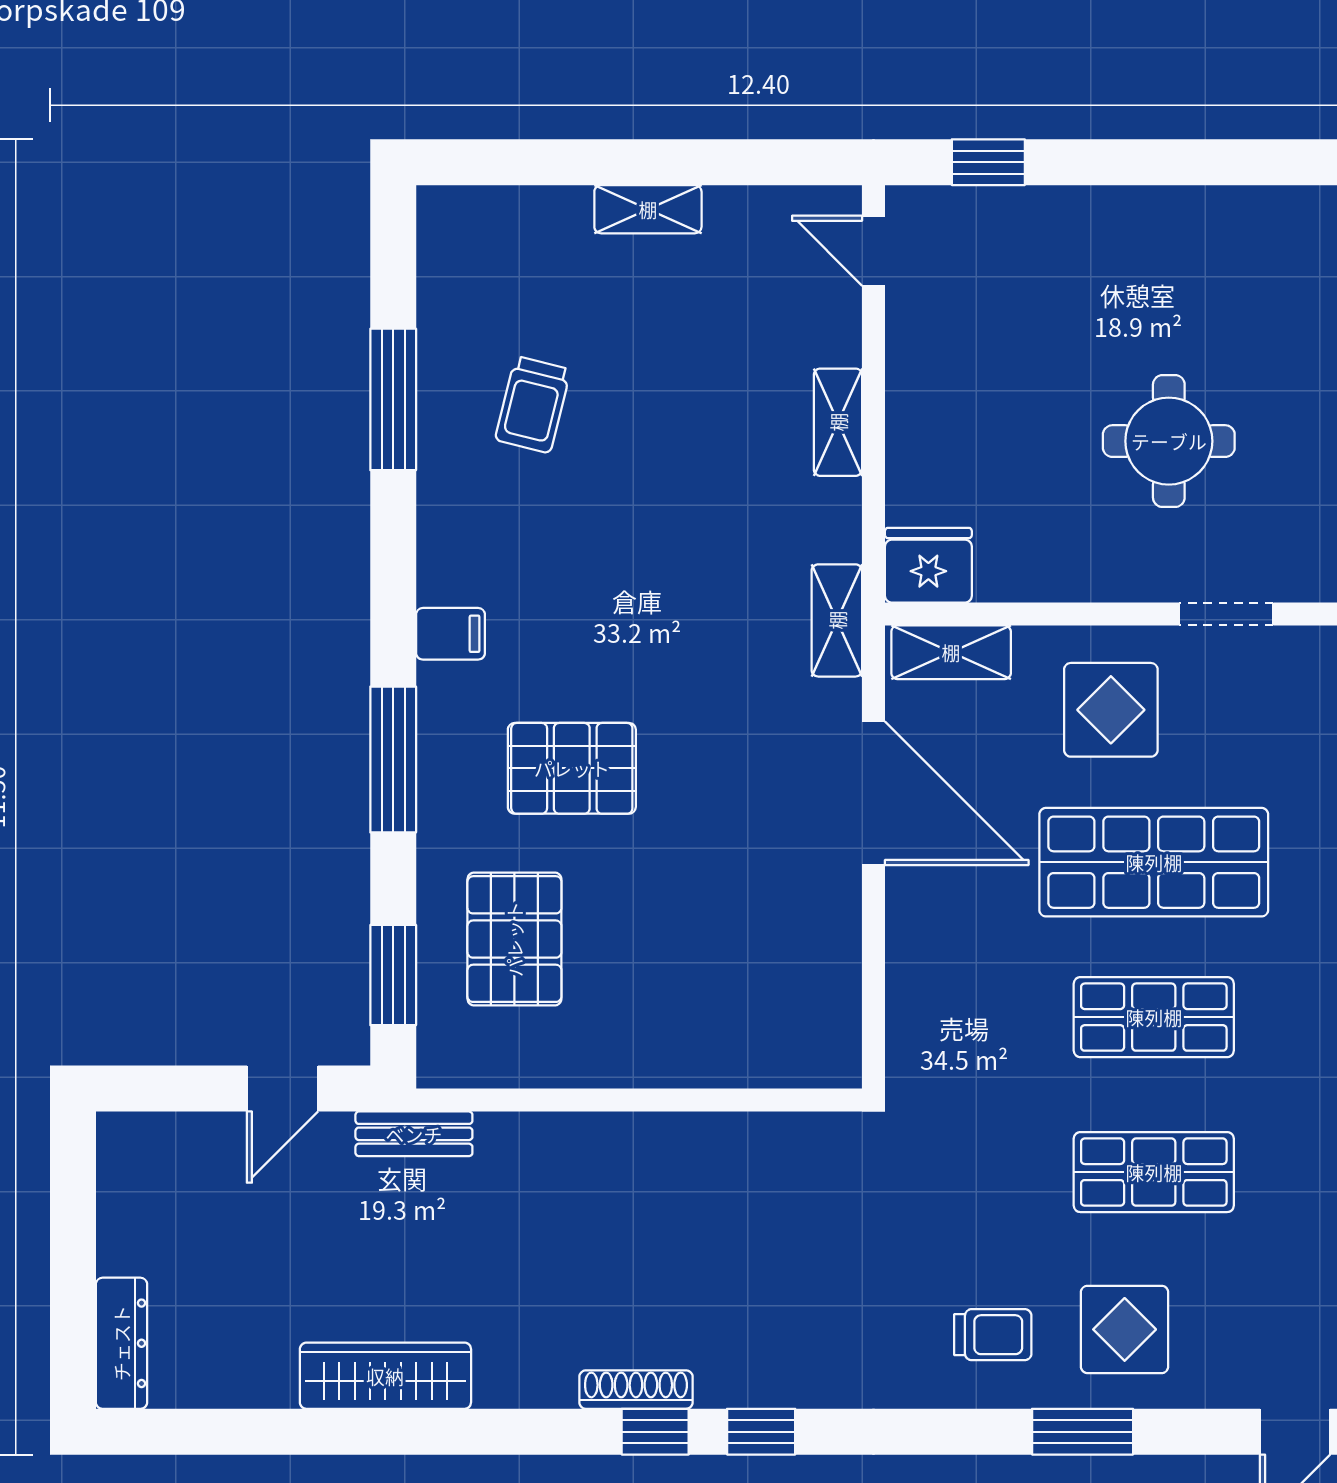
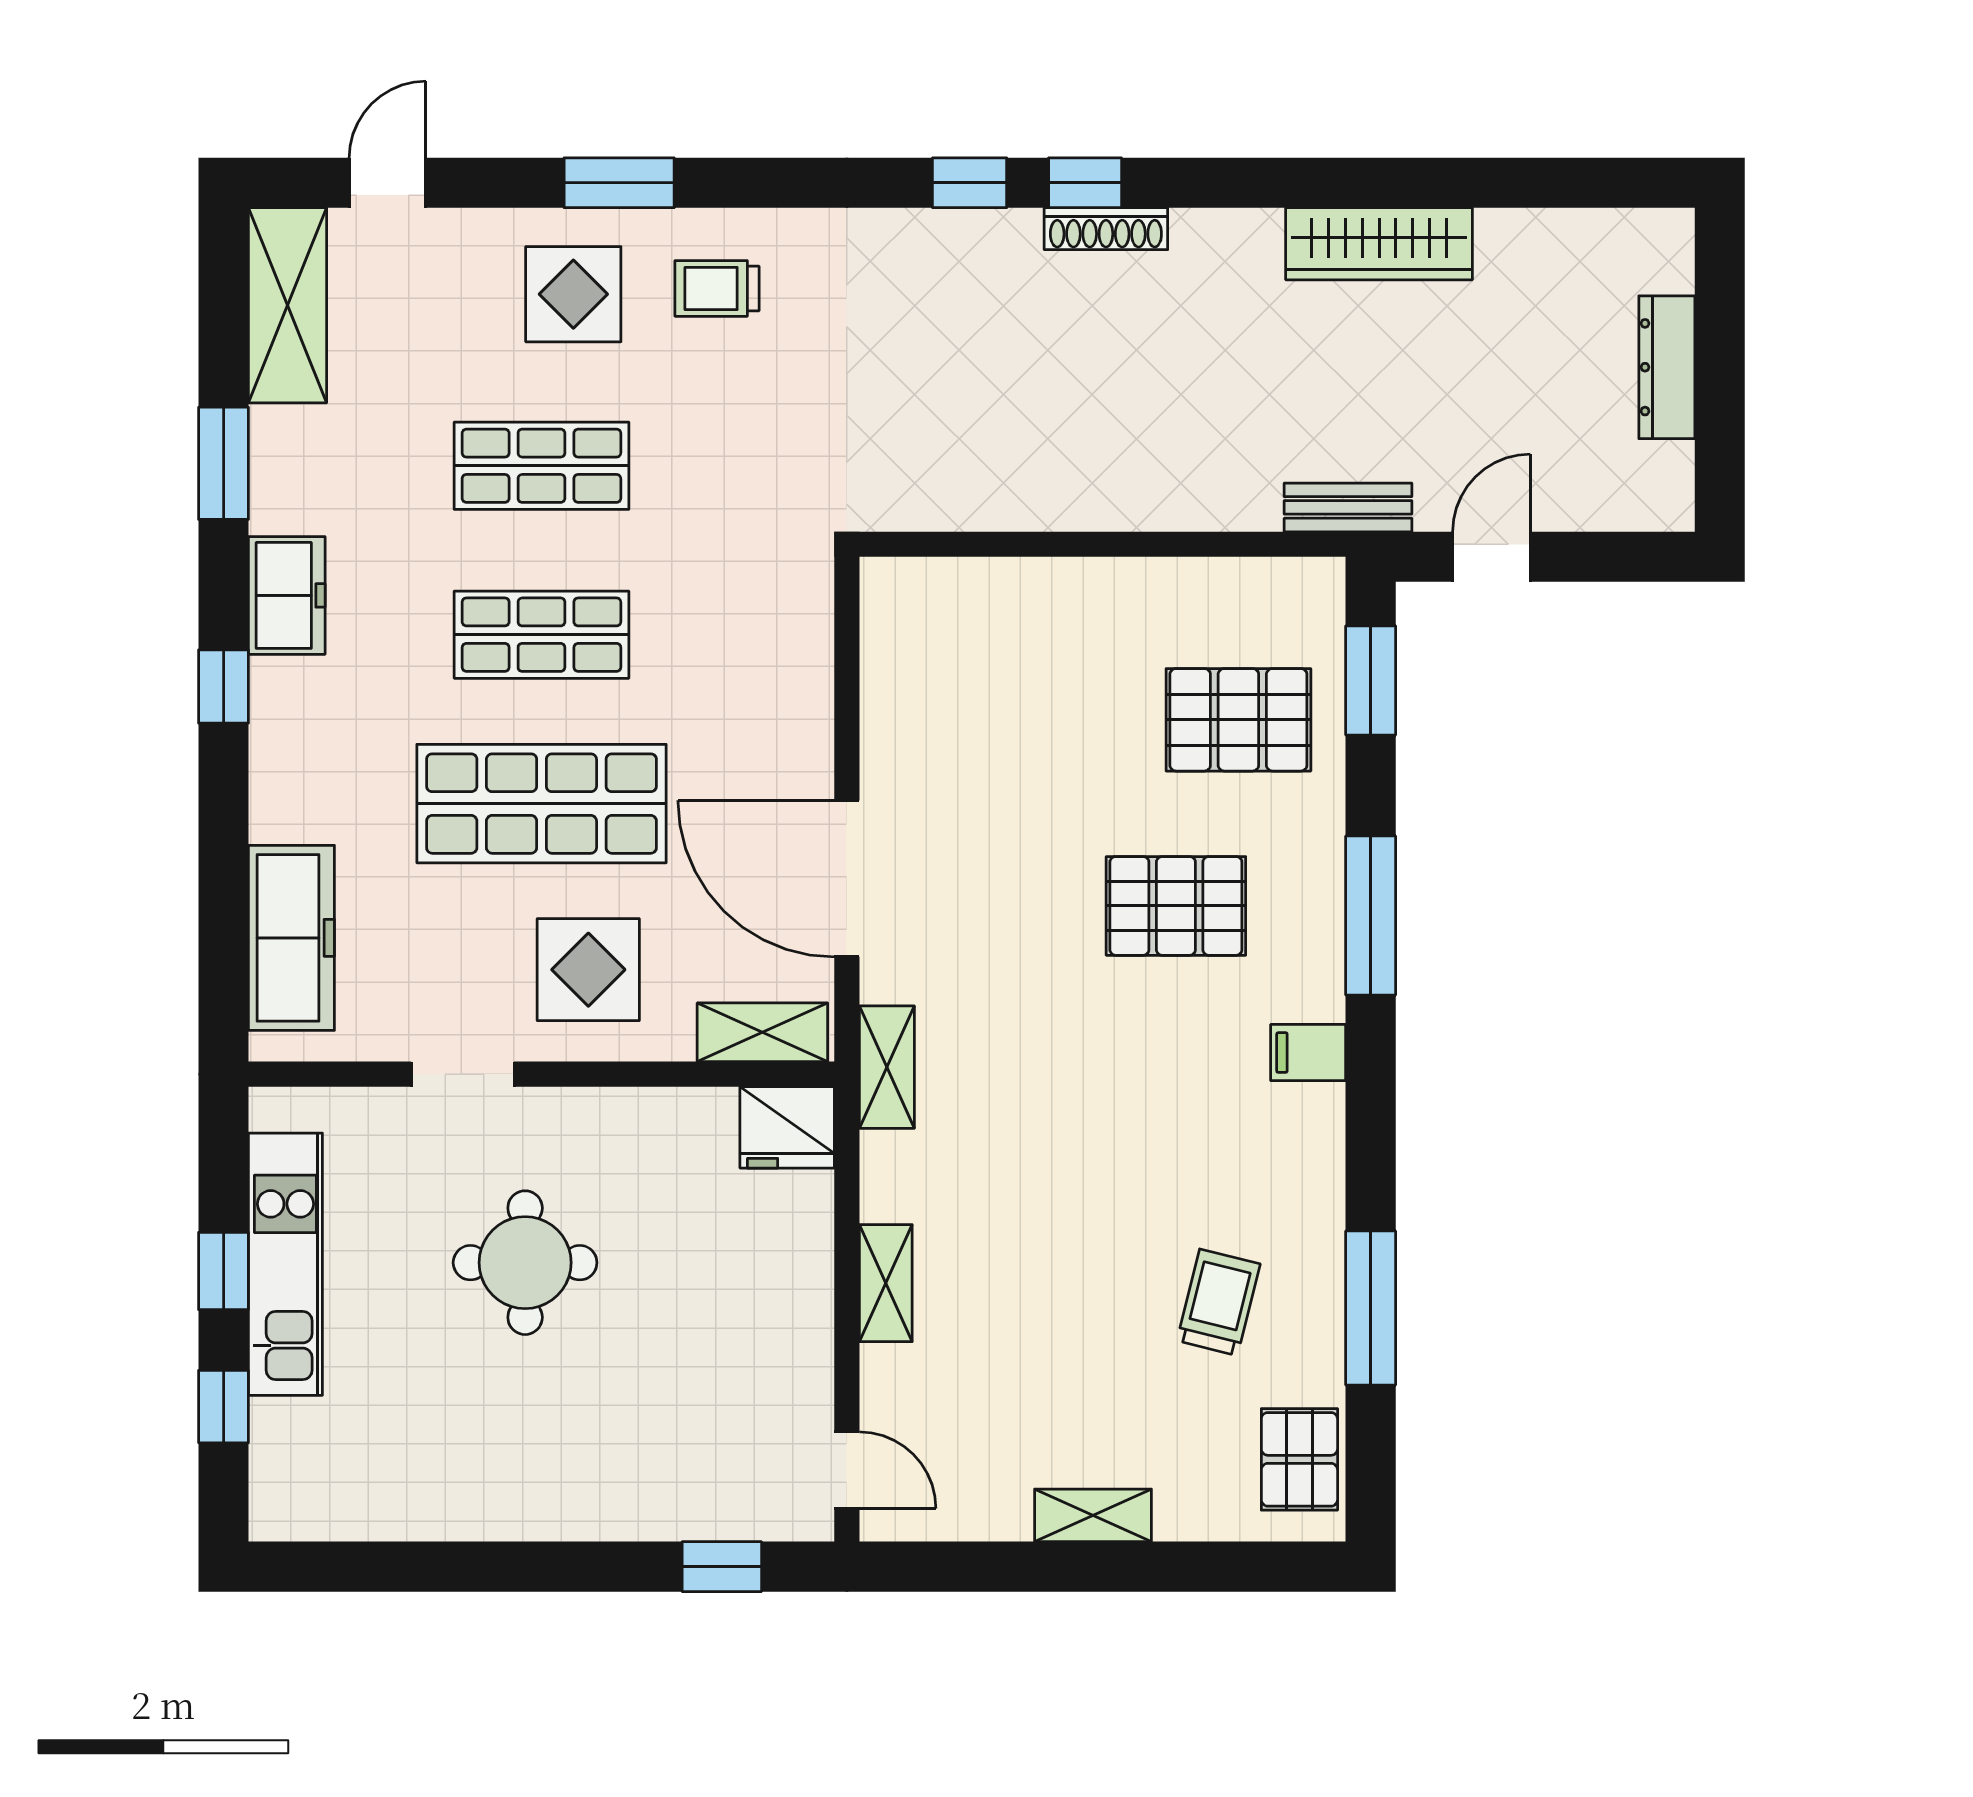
pallet: (458, 261) -> (1299, 1459), added
pallet: (514, 939) -> (1238, 720), turned 90
dresser: (121, 1343) -> (1667, 367), moved

